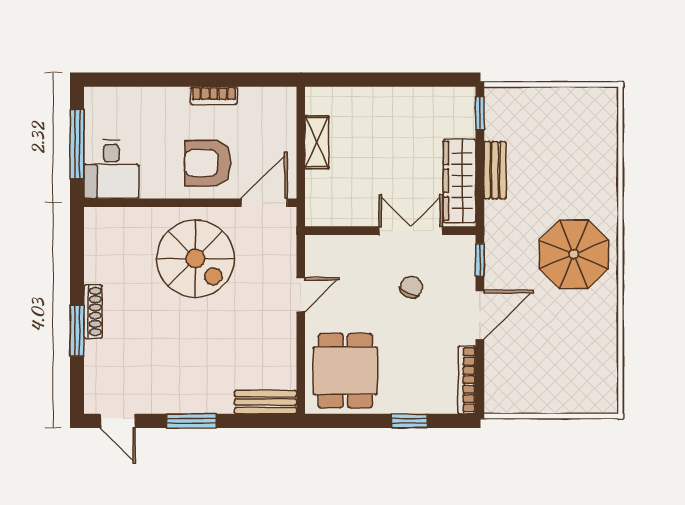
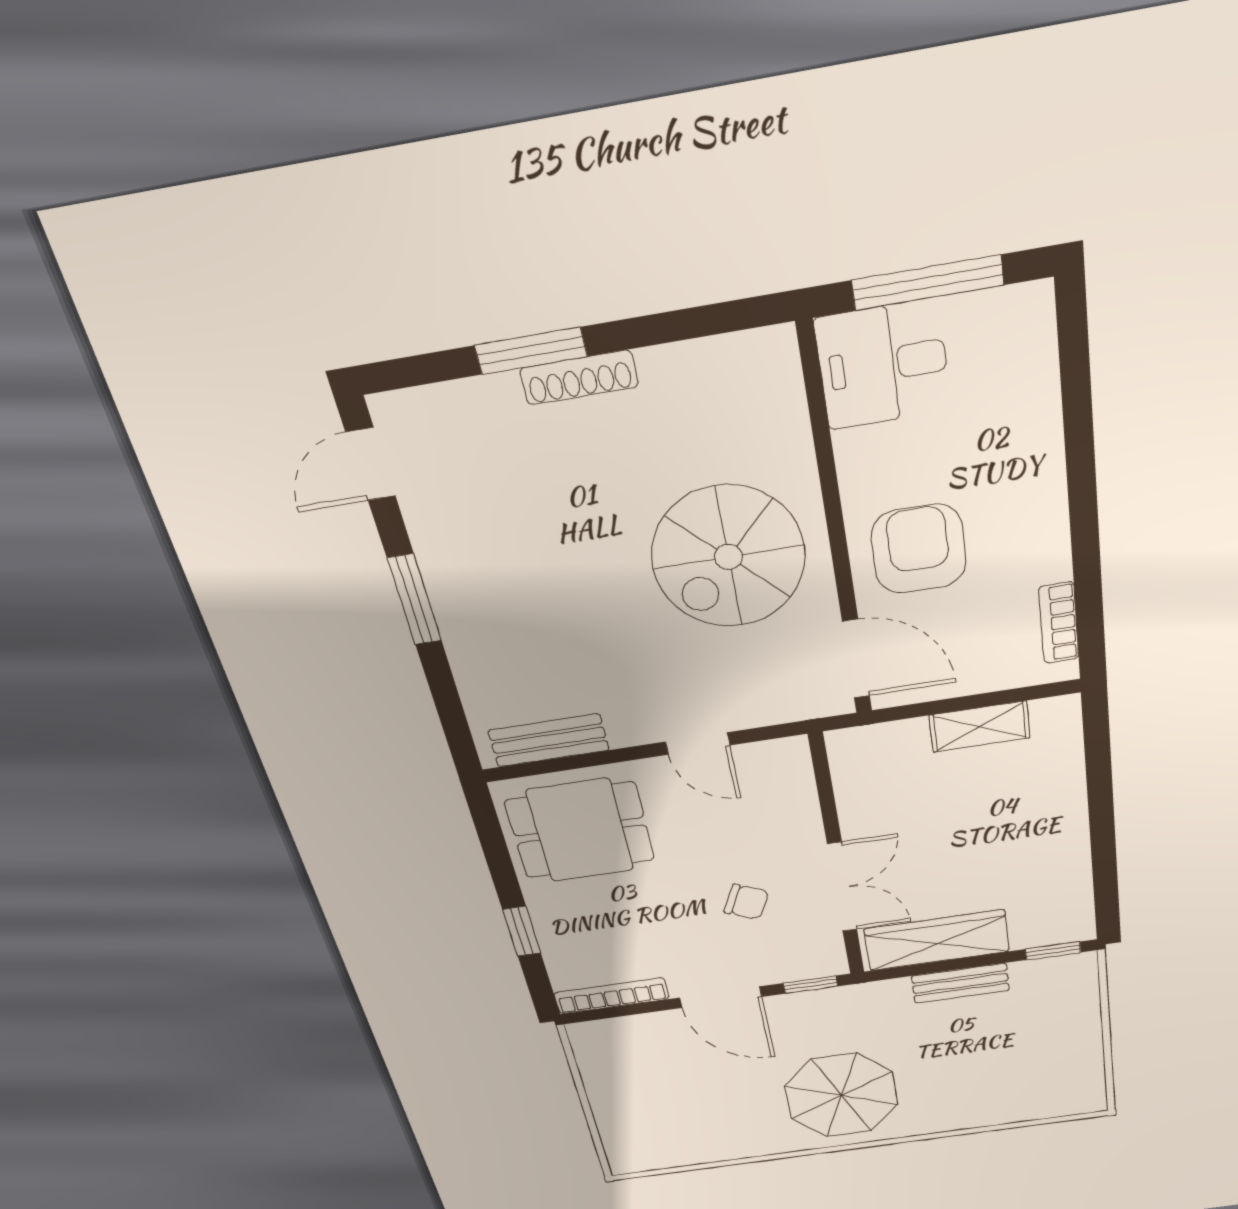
bookcase: (214, 96) -> (1059, 623), moved
bench: (266, 402) -> (549, 740), moved, turned 90

